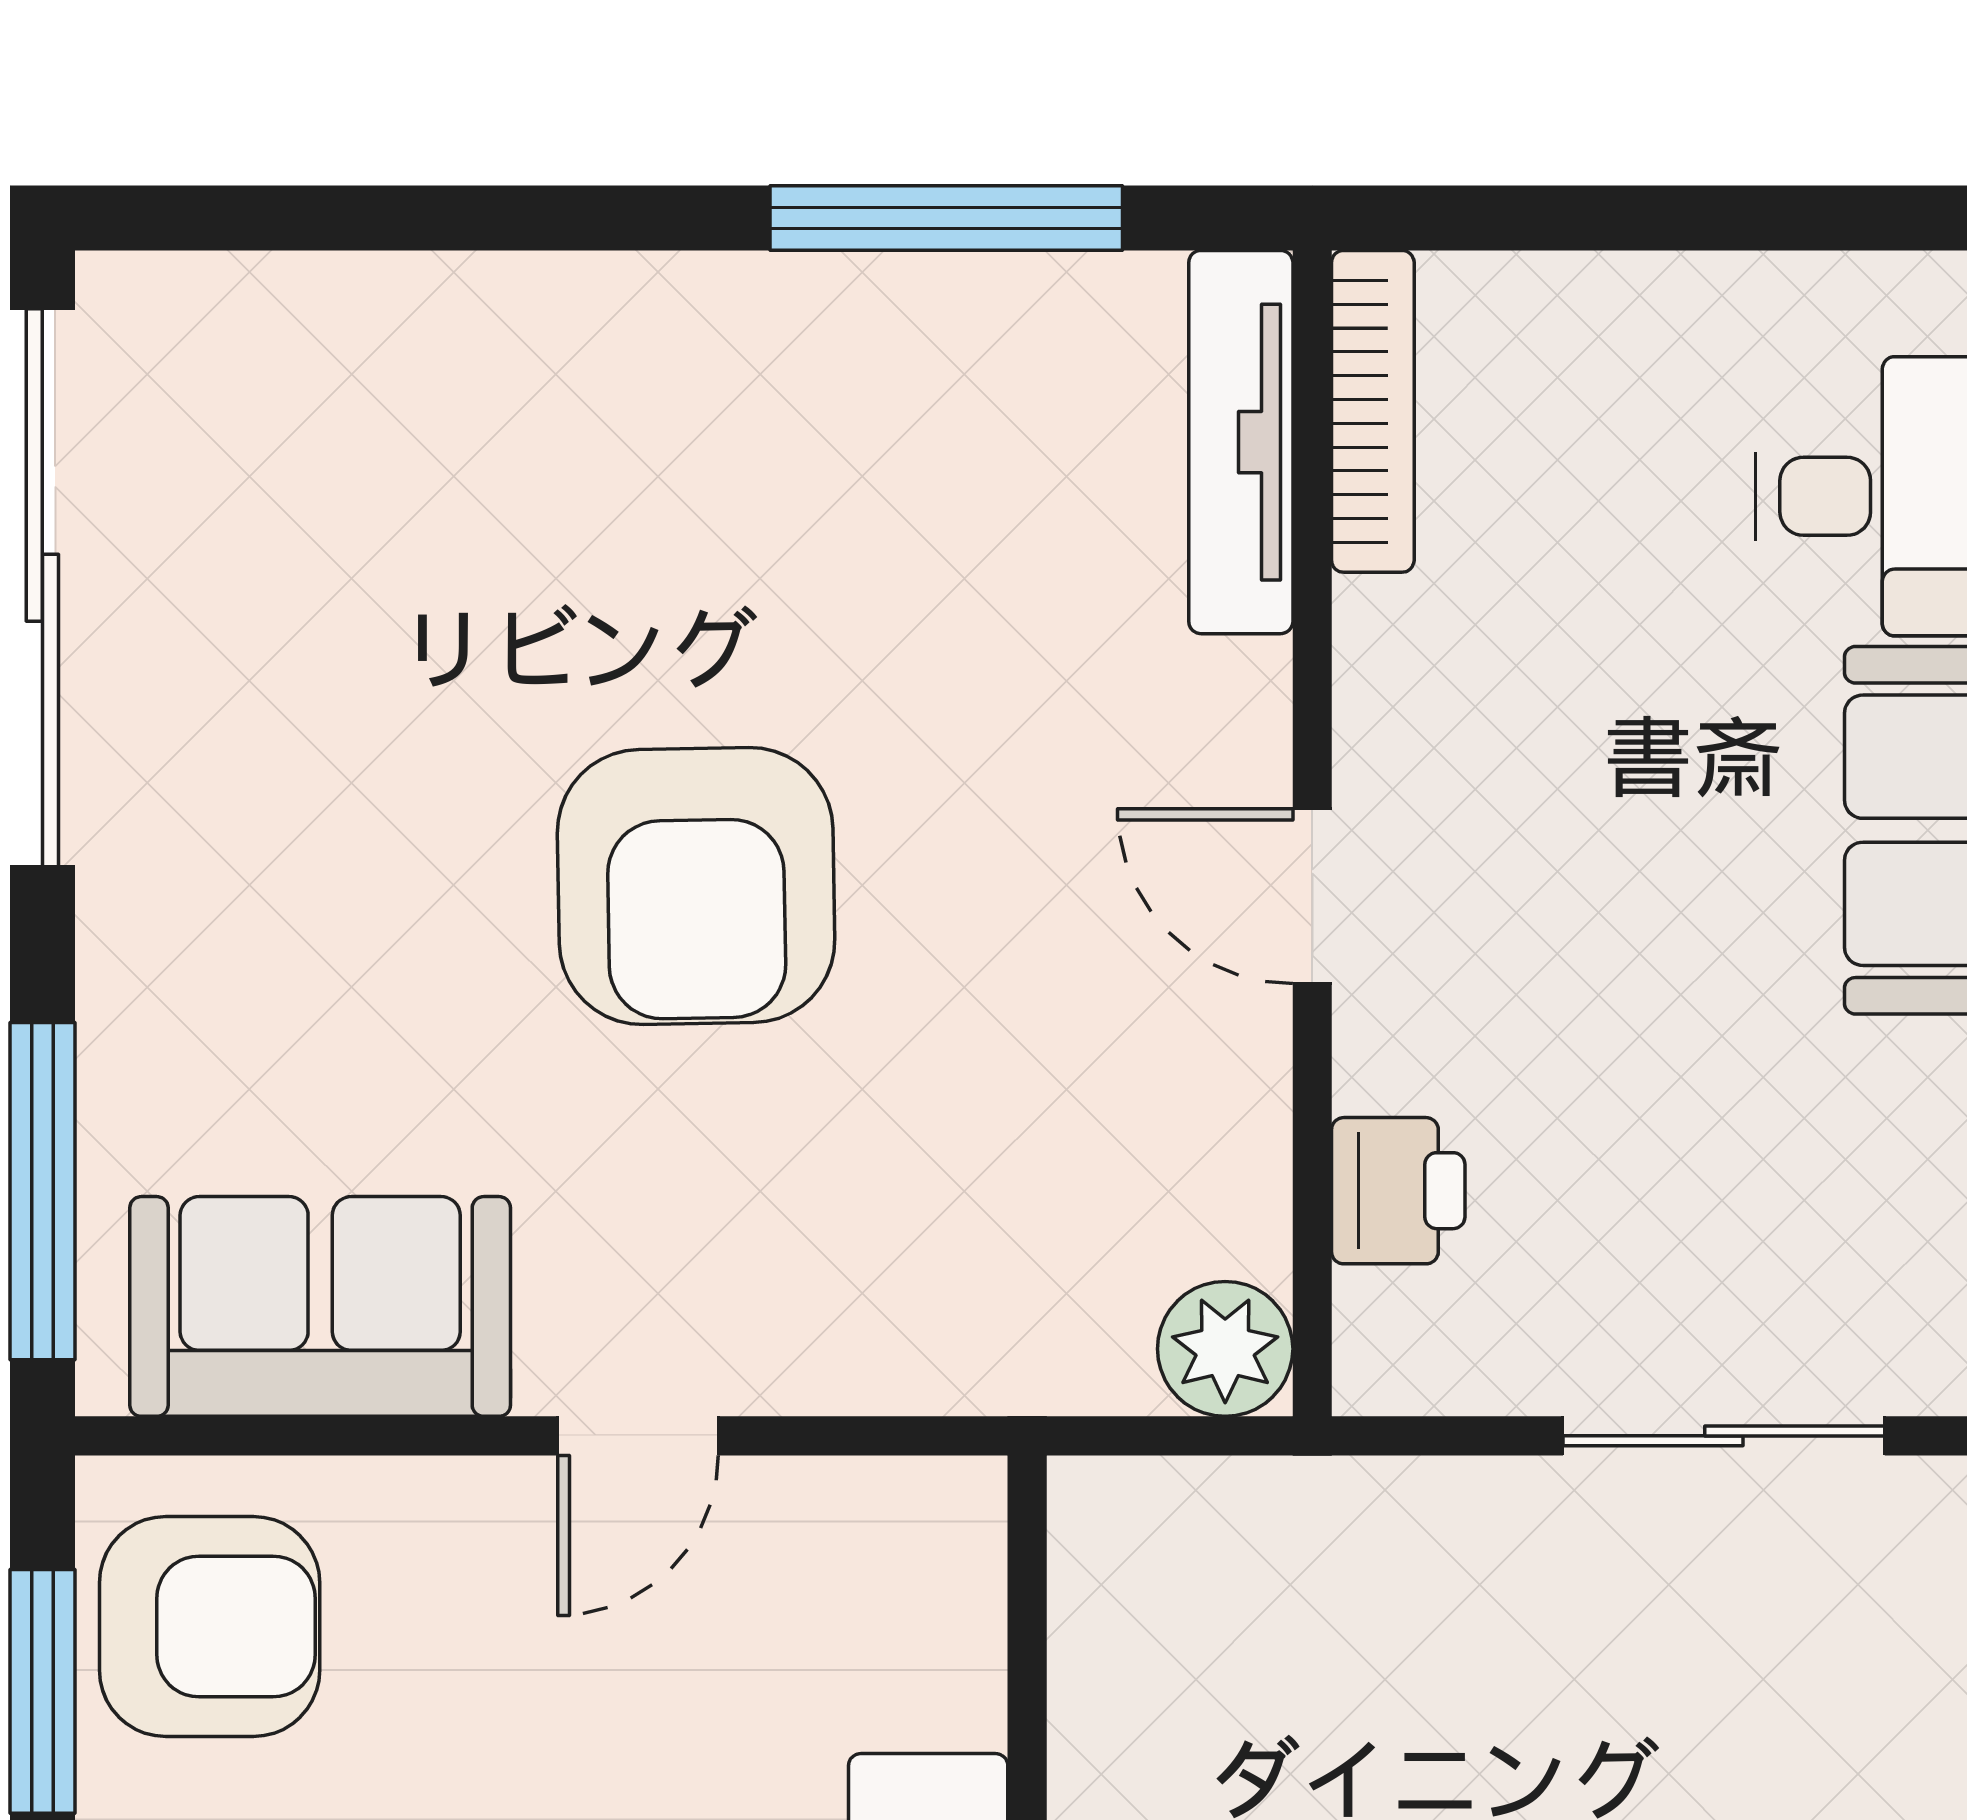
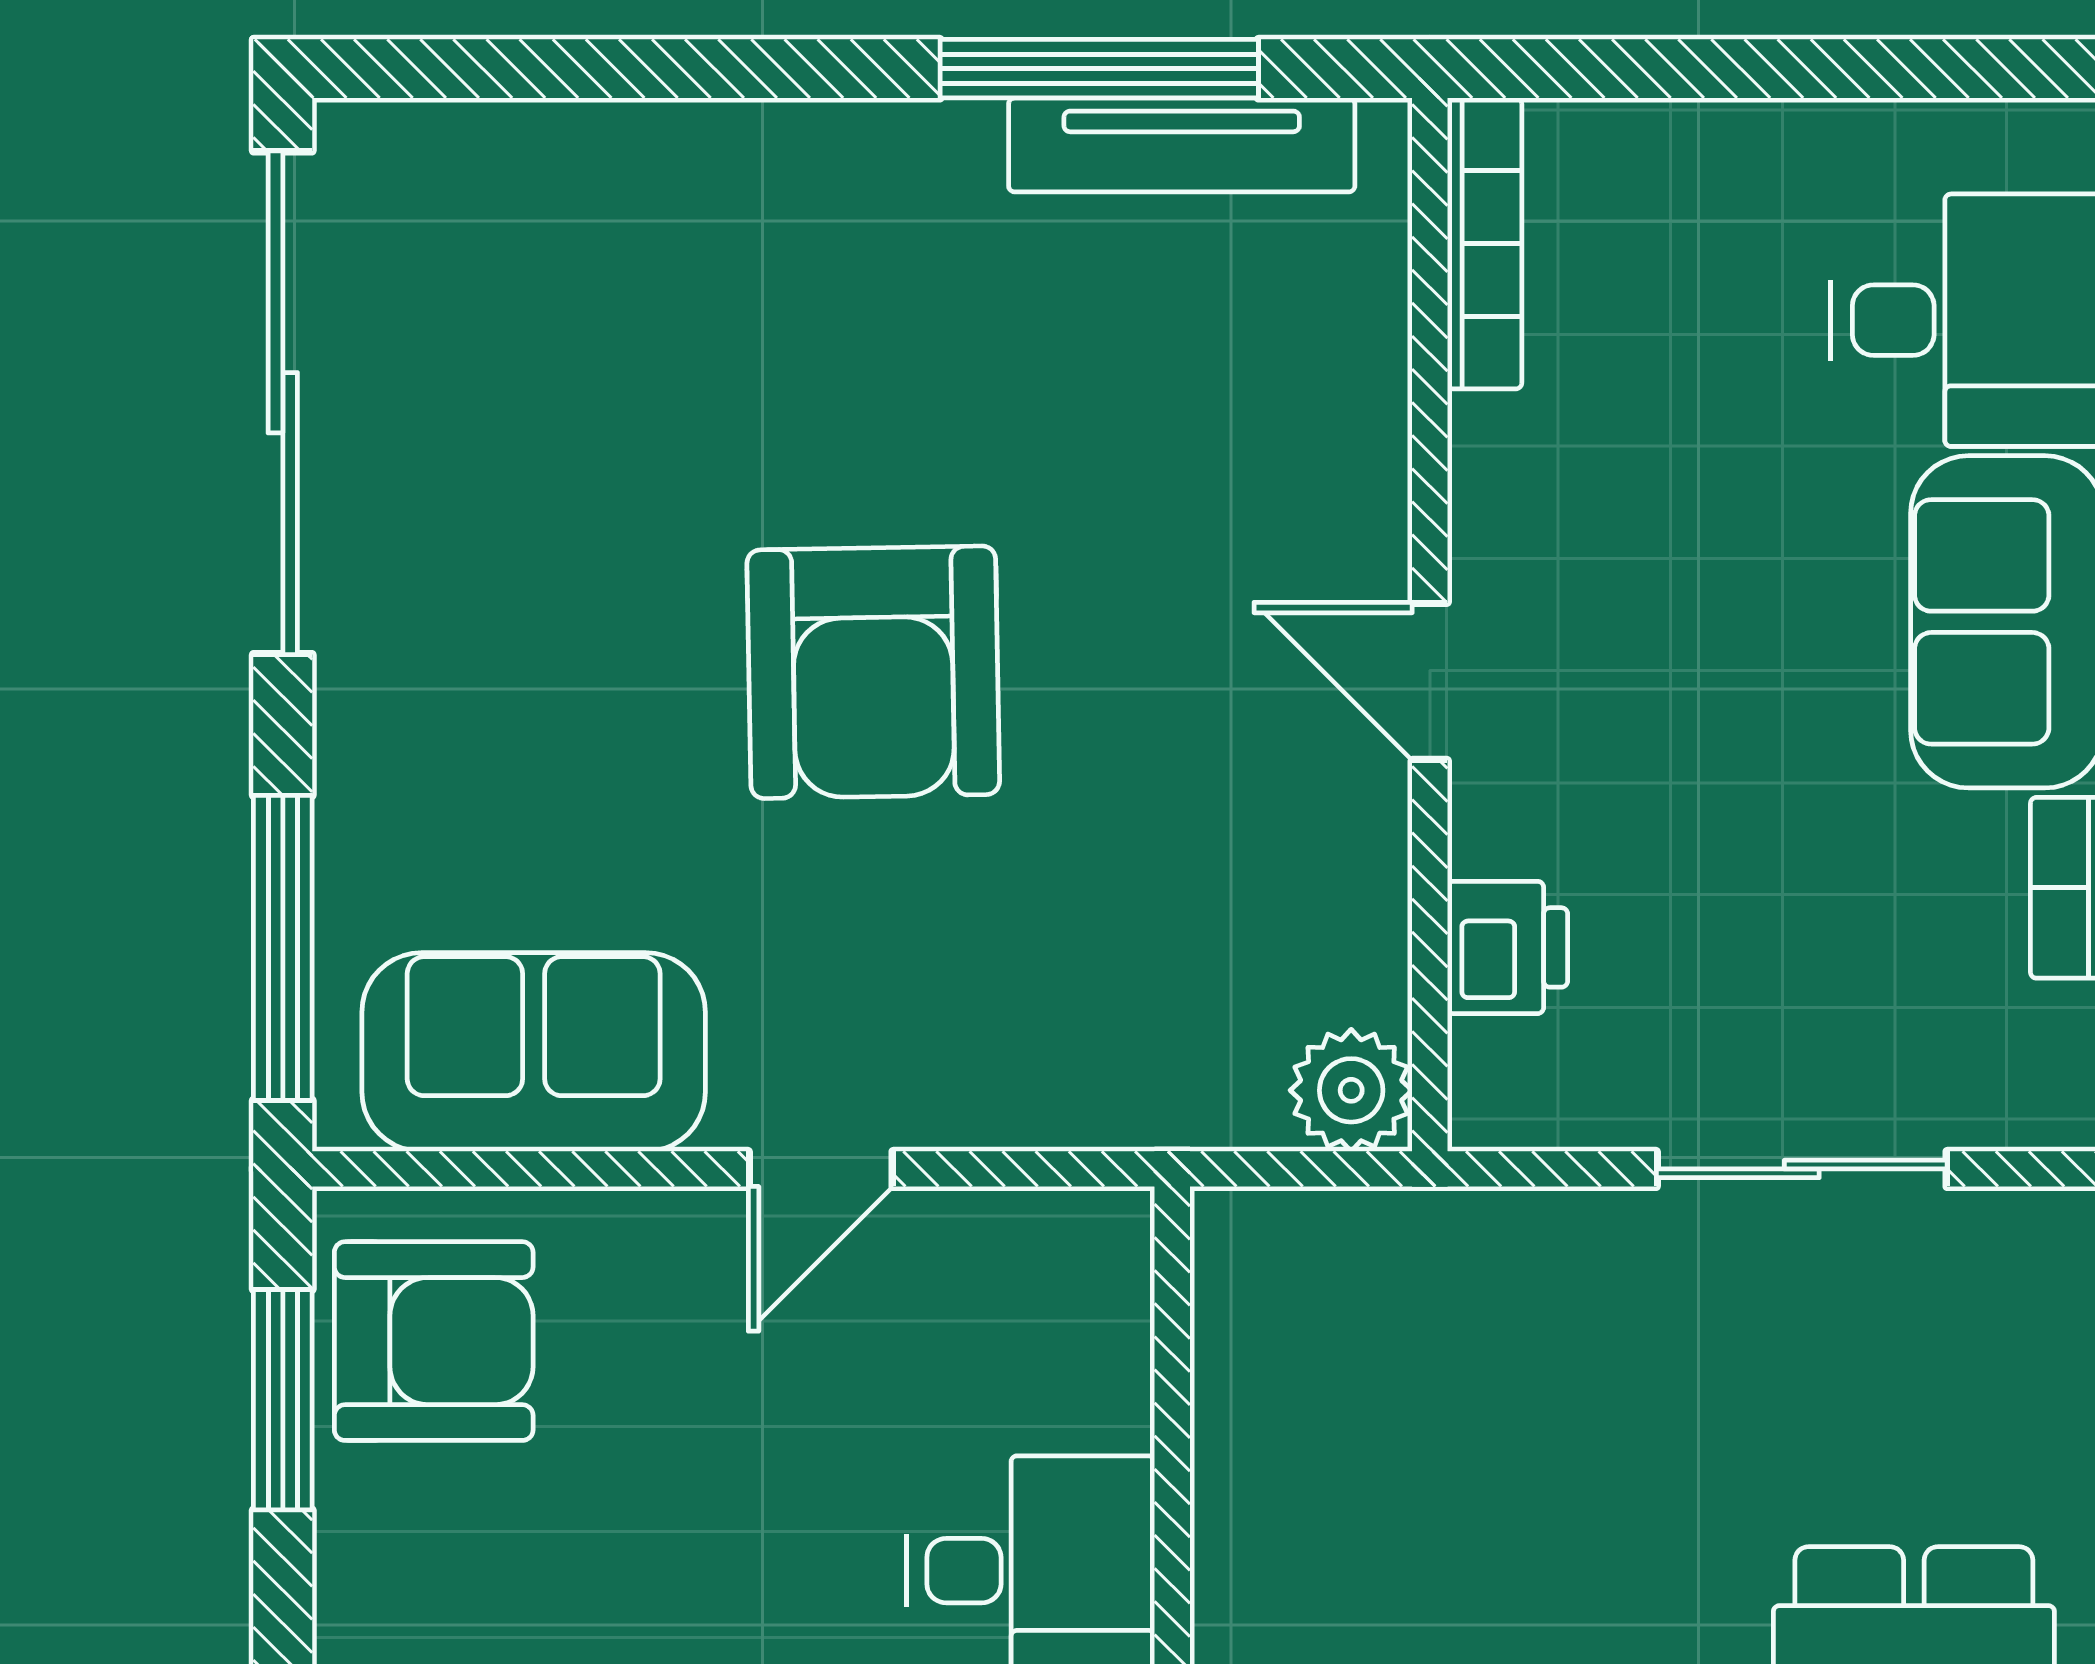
tv unit: (1241, 442) -> (1182, 145), moved, turned -90

